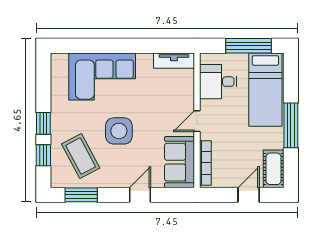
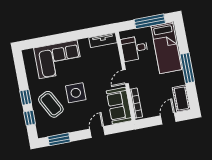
coffee table: (81, 156) -> (51, 104), moved

